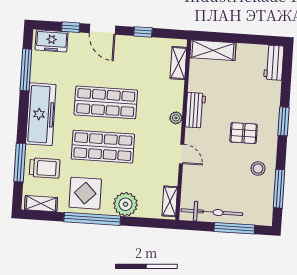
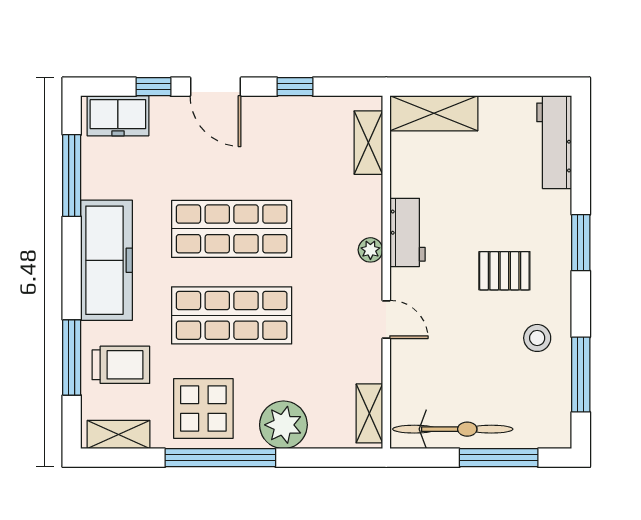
workbench: (274, 63) -> (554, 142), width x1.38

